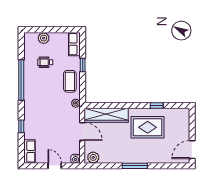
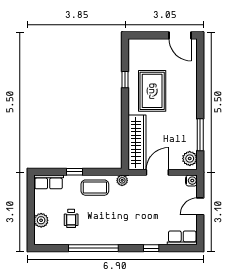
window: (135, 166) -> (200, 135), moved

